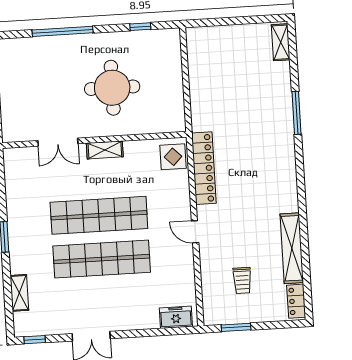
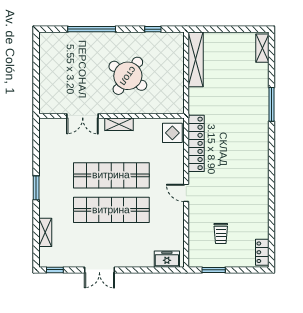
round table: (112, 88) -> (128, 76), turned 35
shelving: (292, 248) -> (196, 59), moved

